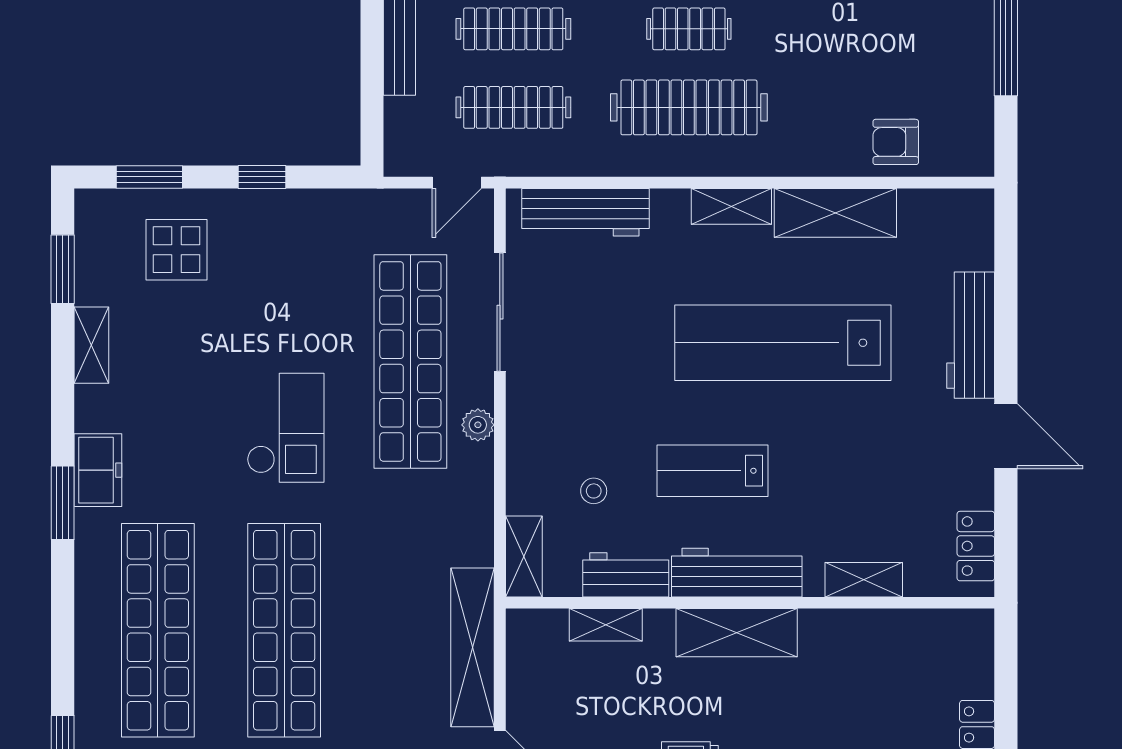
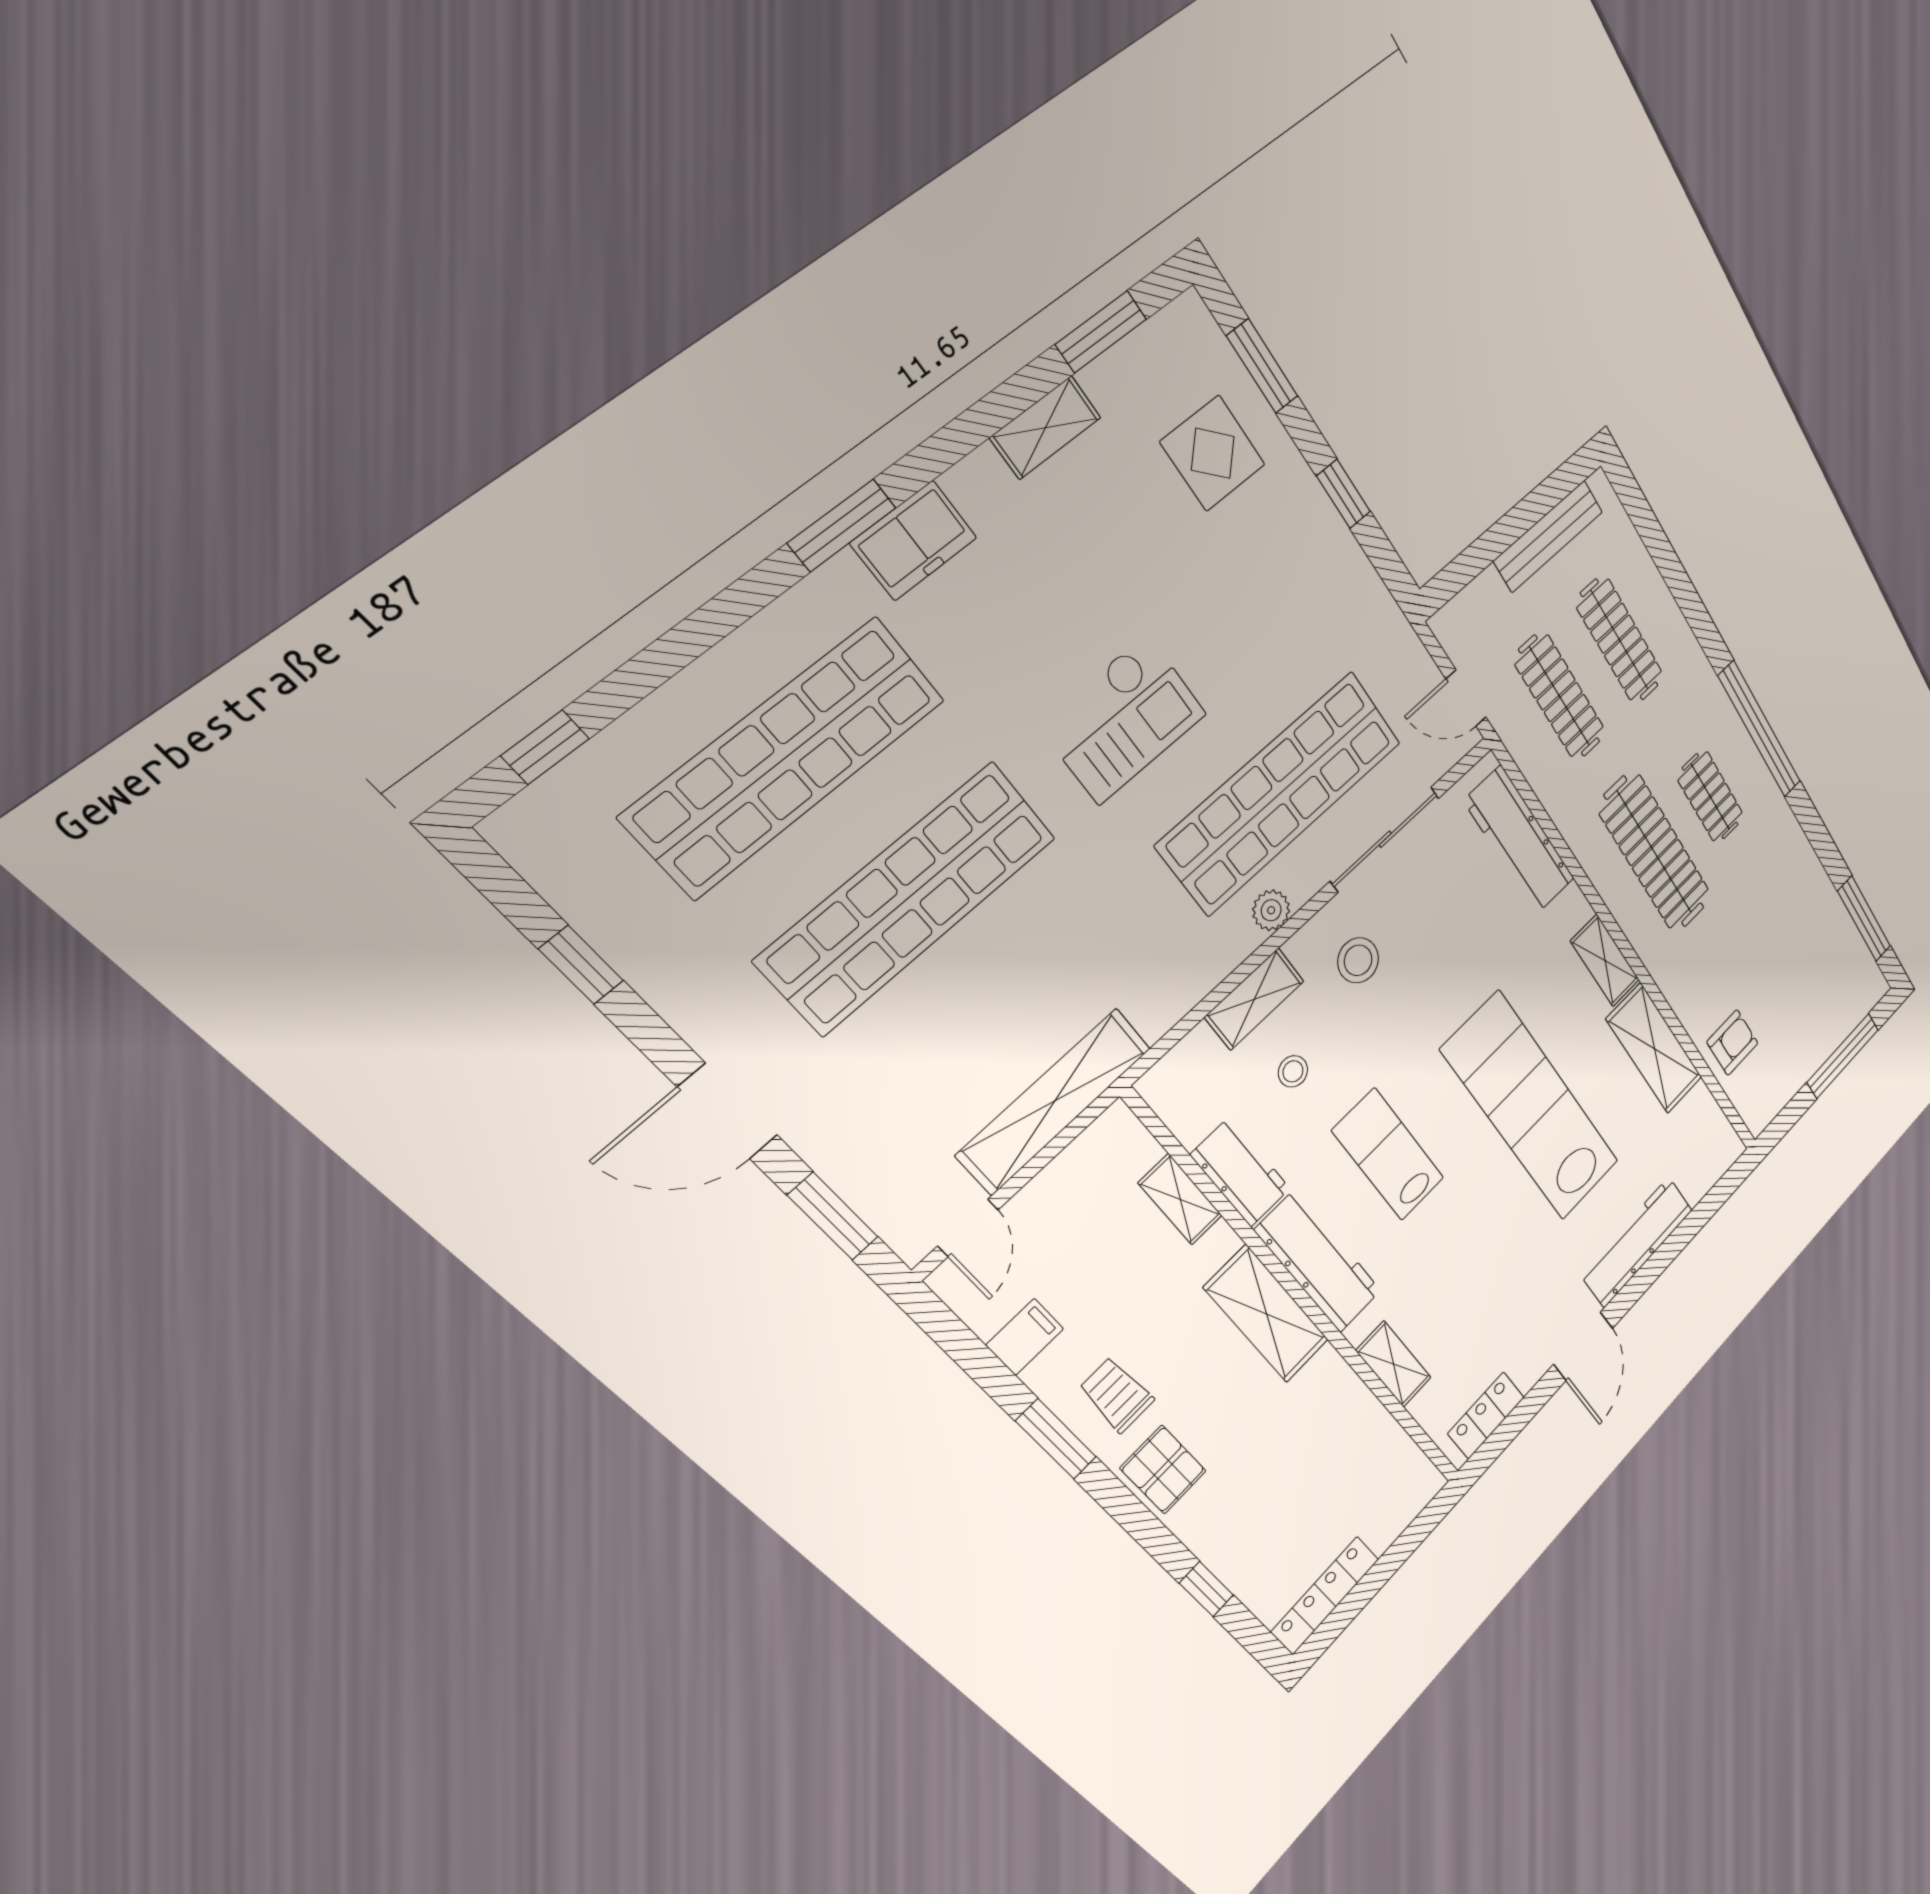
armchair: (896, 142) -> (1732, 1043), turned 90
stool: (562, 391) -> (1358, 960), added
shelving: (524, 556) -> (1255, 999), moved

